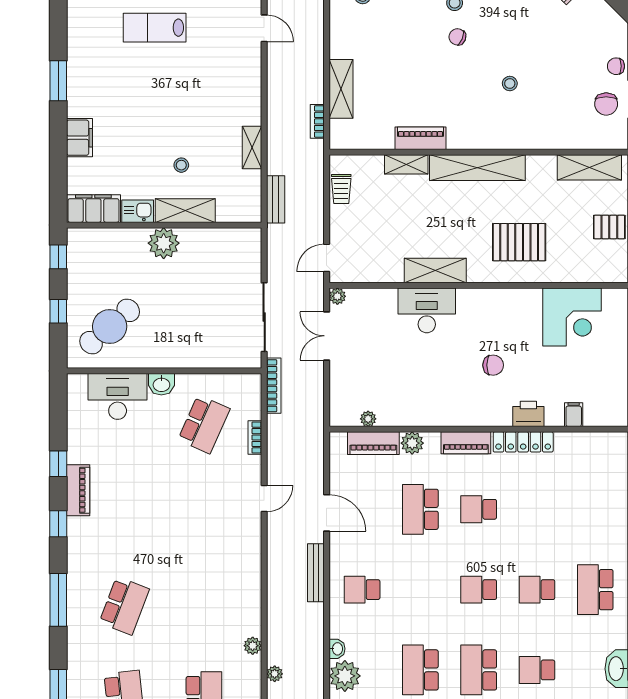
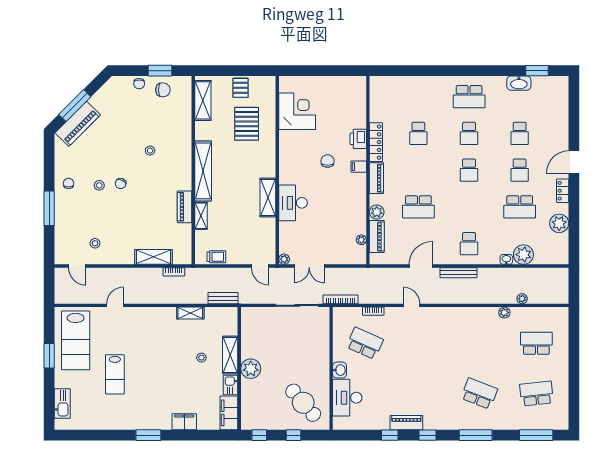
pallet: (519, 242) -> (247, 124), moved
filing cabinet: (574, 415) -> (359, 167), moved
school desk: (479, 509) -> (418, 133), moved
school desk: (479, 670) -> (520, 170), width x0.54

